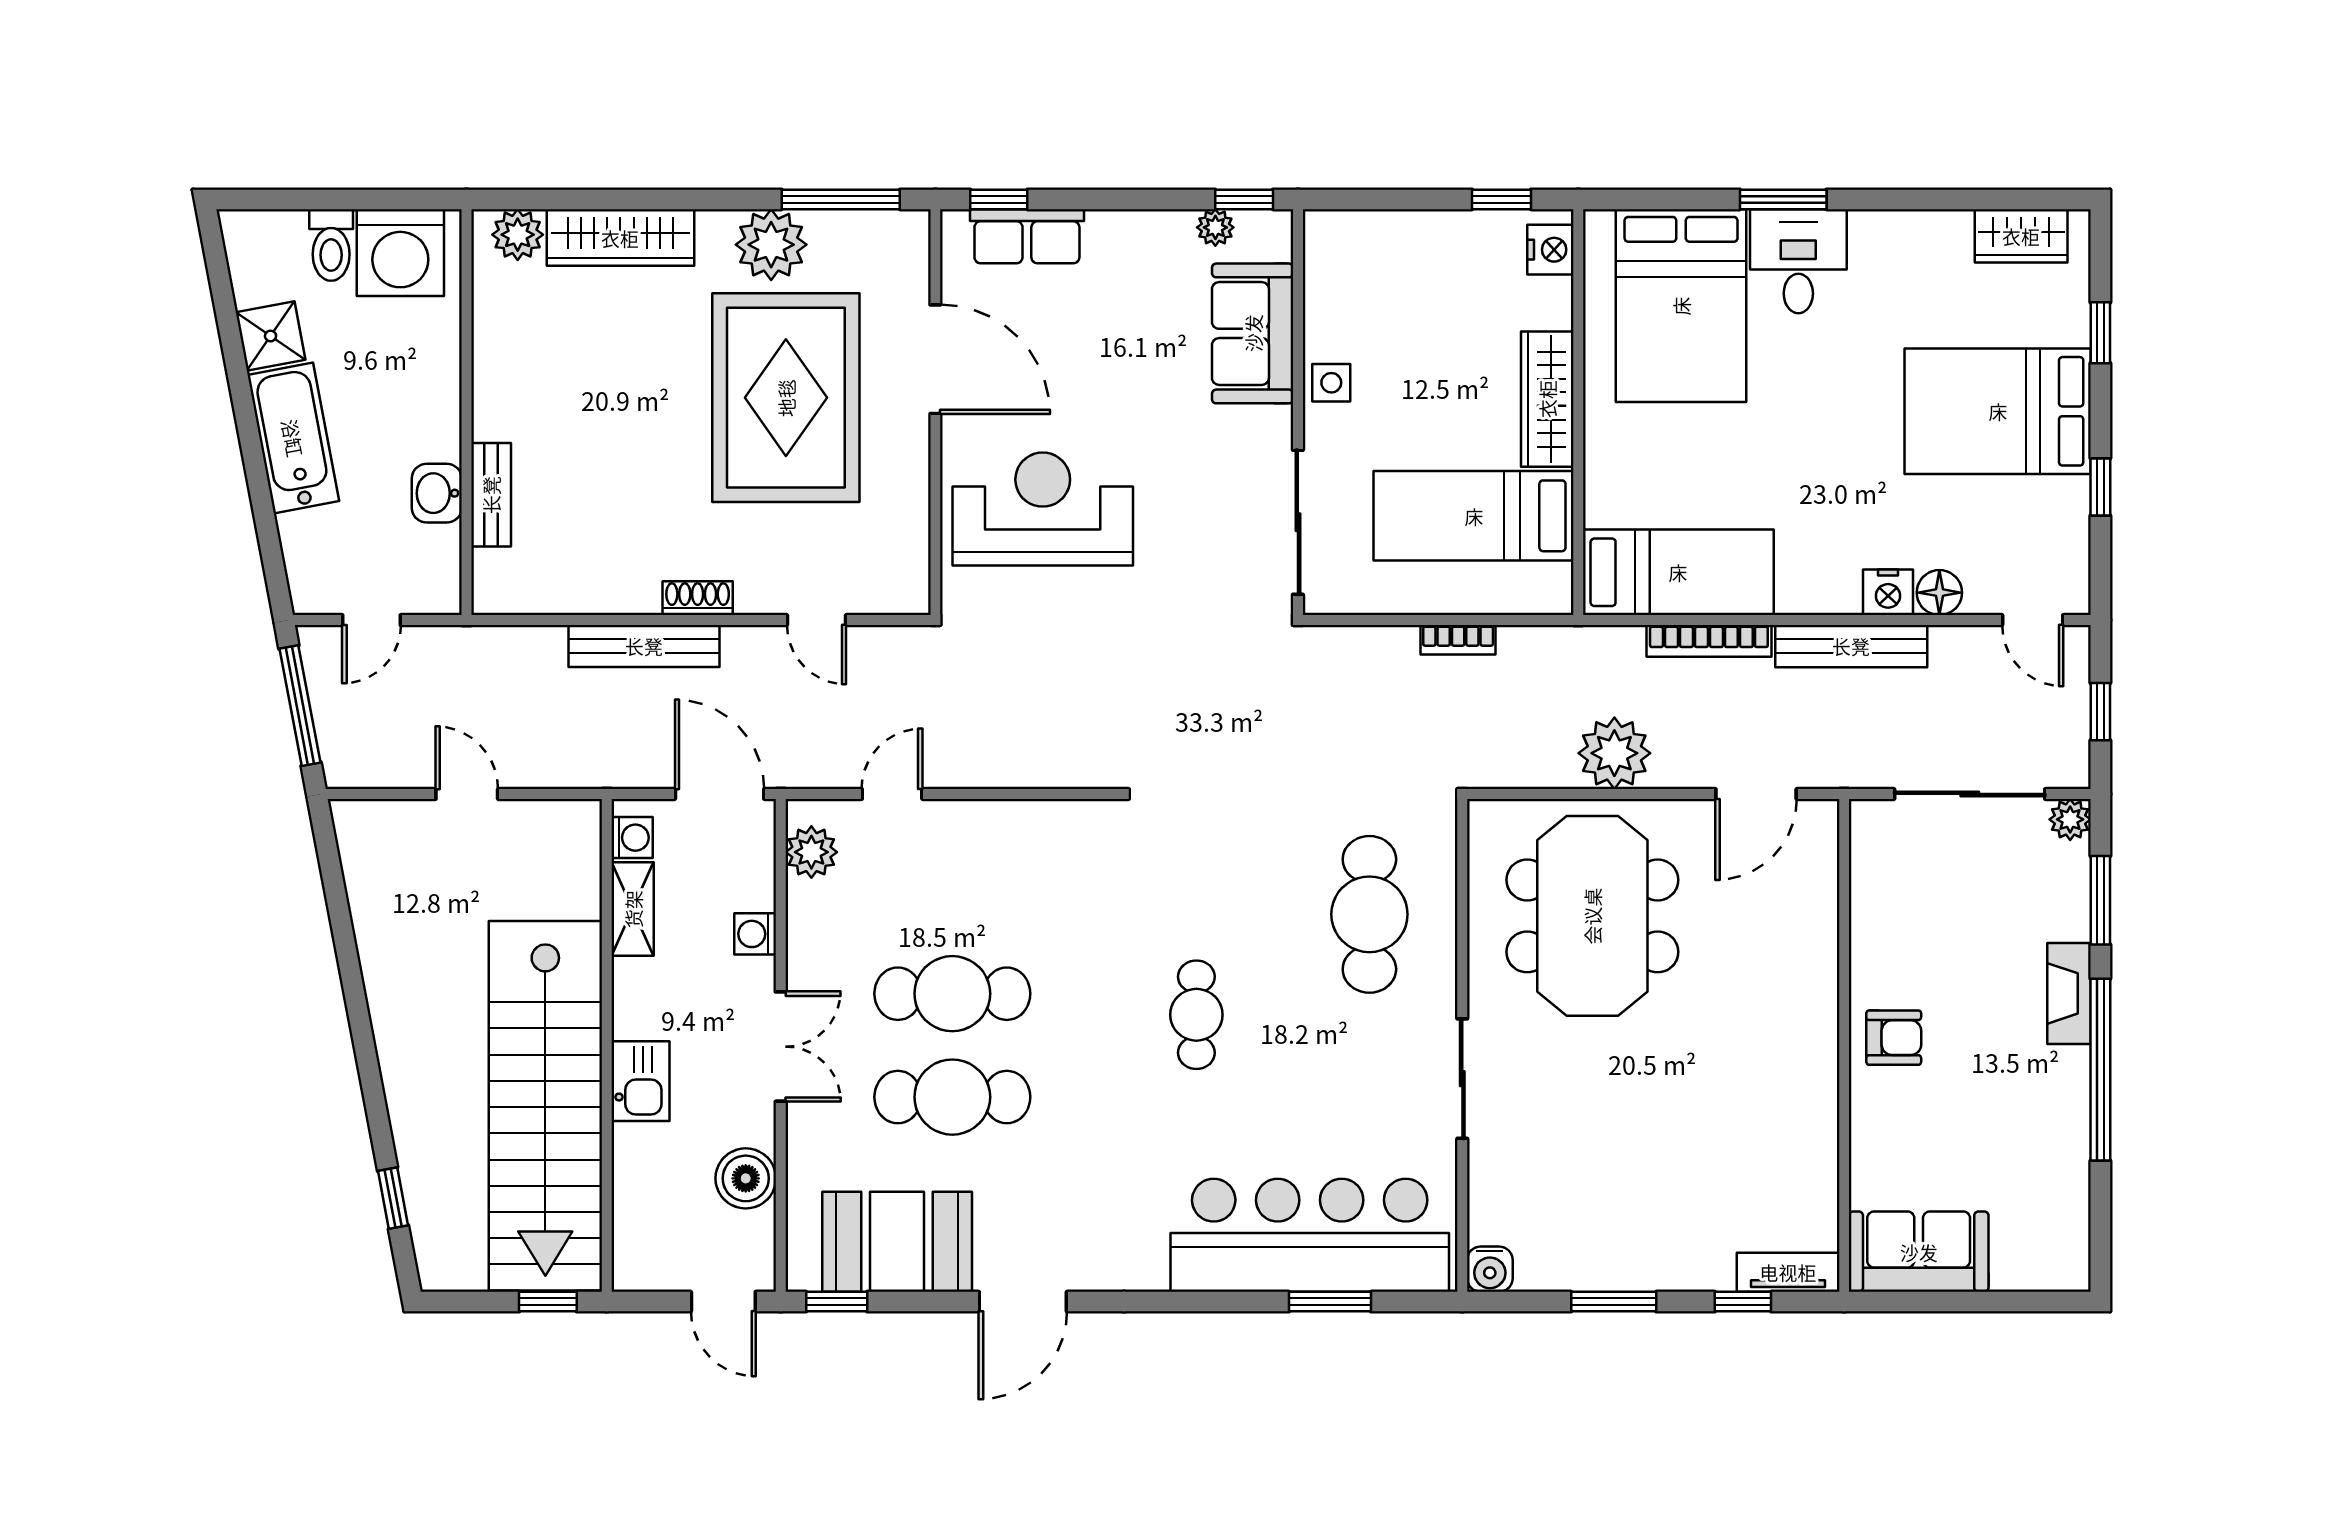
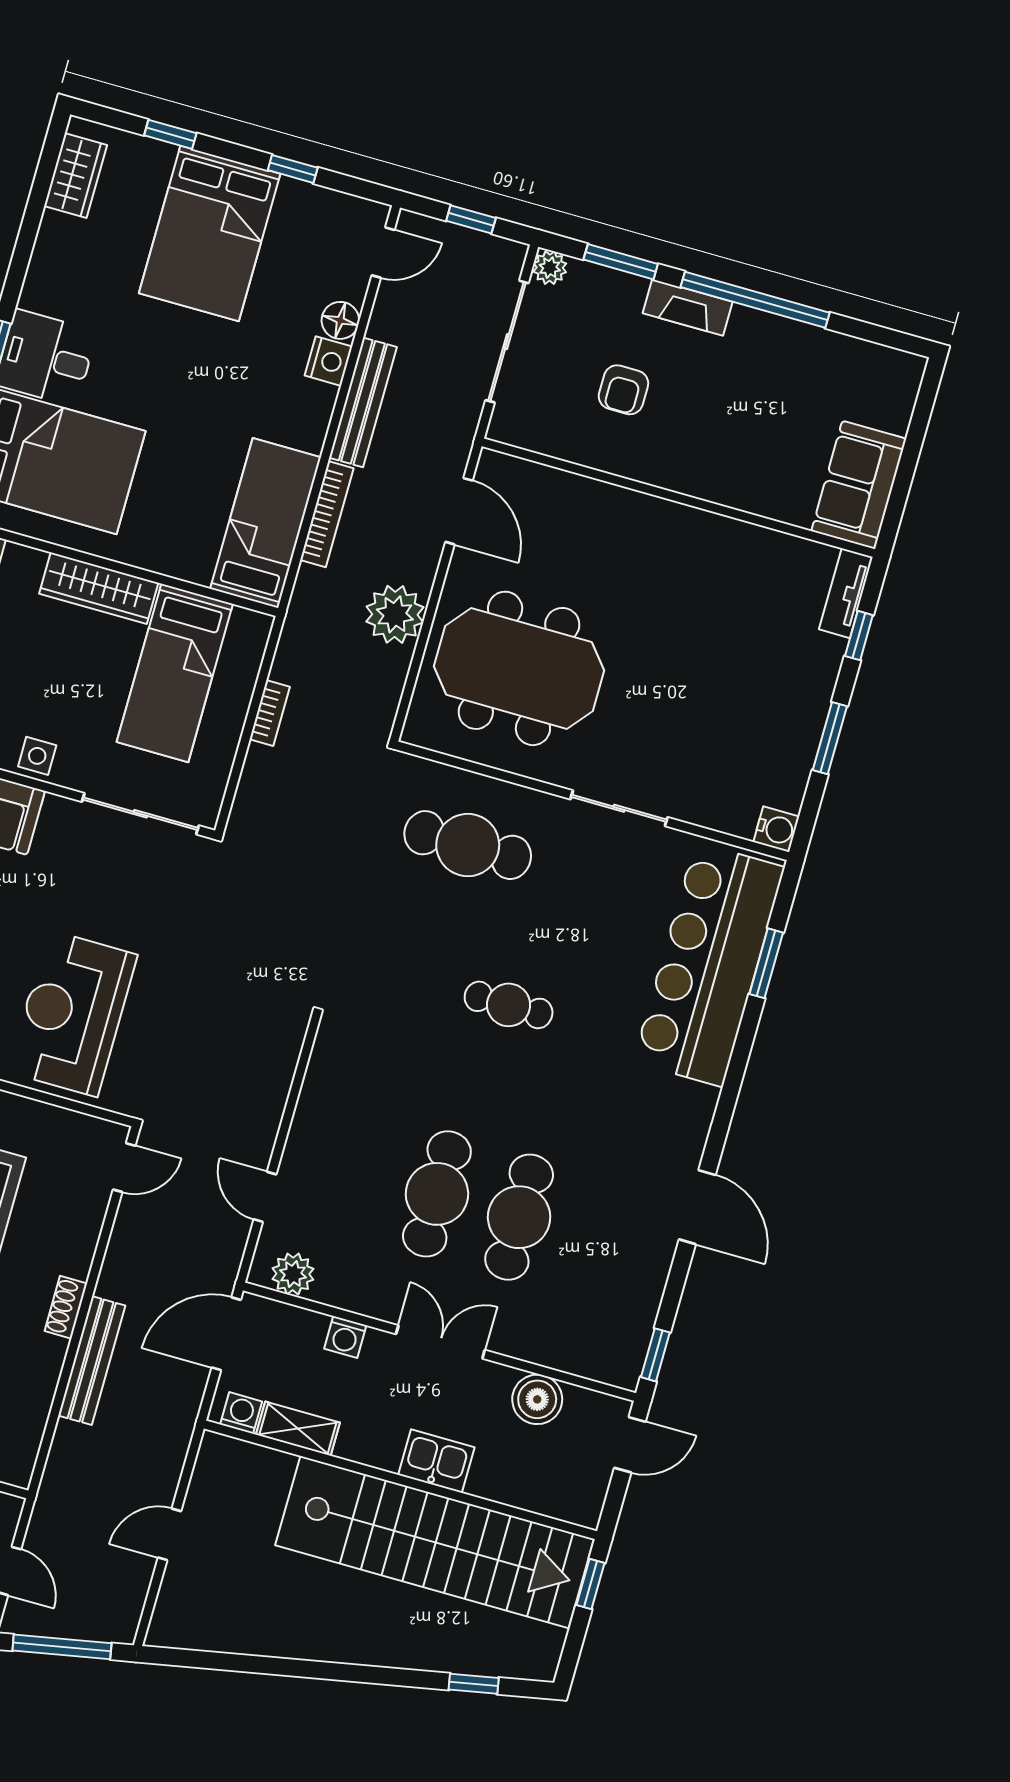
door: (817, 620) -> (124, 1168), moved
armchair: (1894, 1038) -> (623, 390), moved, turned 180
booth: (897, 1242) -> (621, 1293), removed

